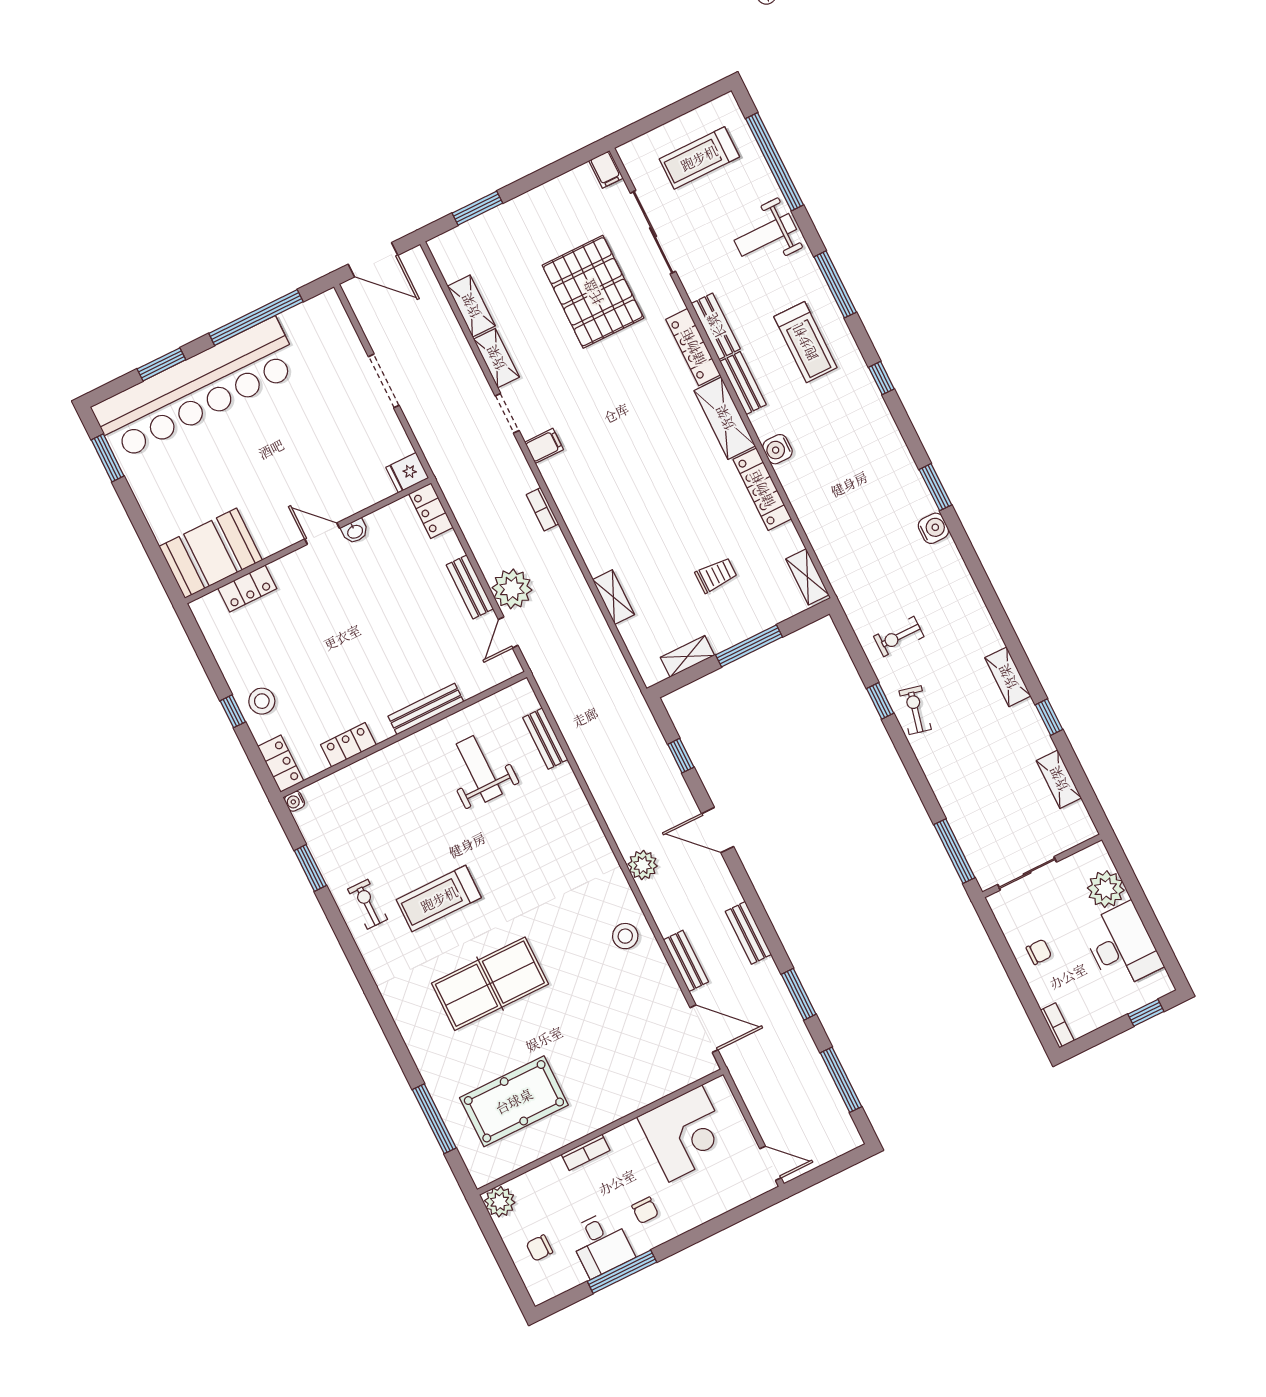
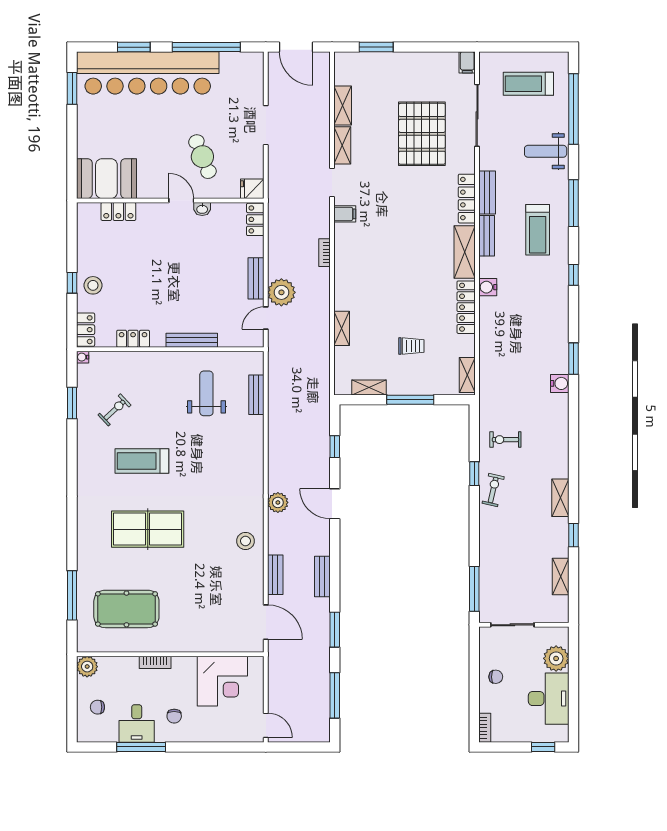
cafe table: (322, 463) -> (202, 157), added
exercise bike: (368, 904) -> (114, 410), moved, turned 47

